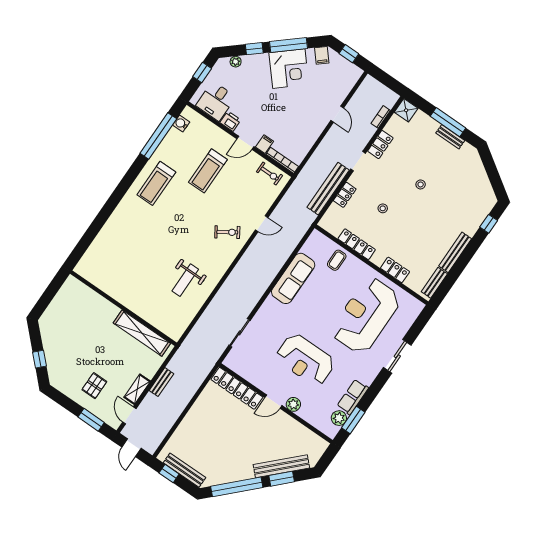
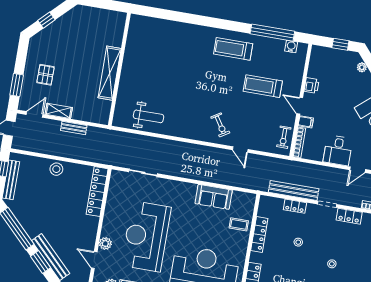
desk: (216, 101) -> (338, 150), moved, turned -90
sofa: (293, 278) -> (214, 197), width x0.73
weight bench: (185, 280) -> (148, 116), moved, turned 180
shelving: (142, 333) -> (110, 73), moved
reception desk: (305, 360) -> (146, 236), width x1.36, depth x1.30
pallet: (94, 386) -> (46, 75), turned 90
door: (273, 402) -> (94, 260), moved
stool: (195, 419) -> (56, 169), added

